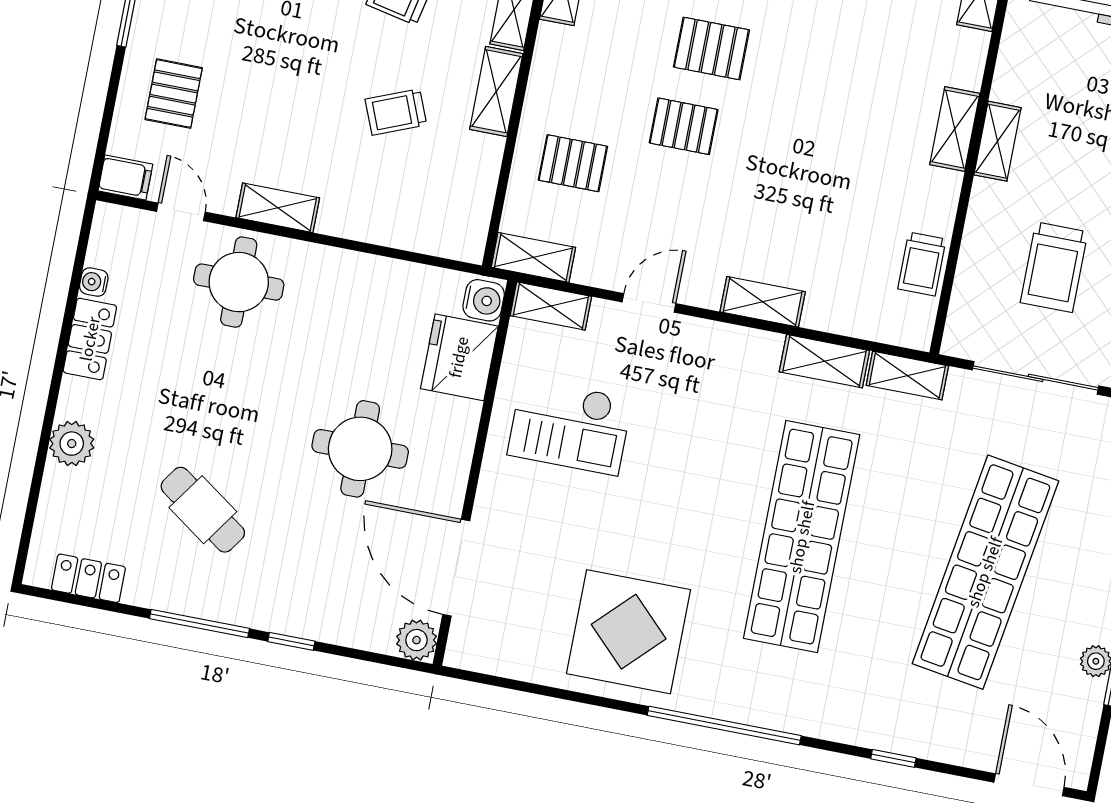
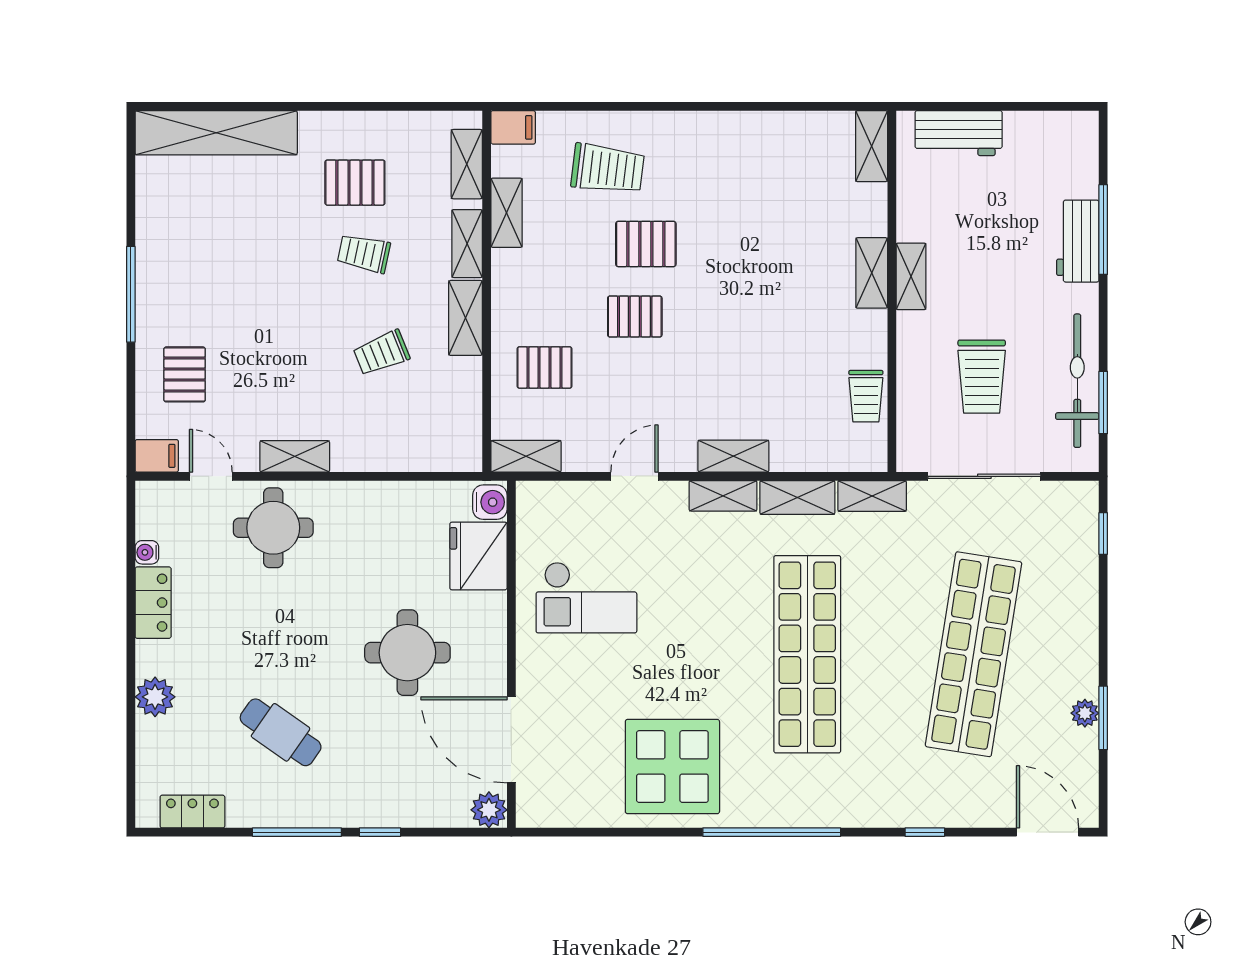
shelving: (551, 306) -> (723, 496), moved

